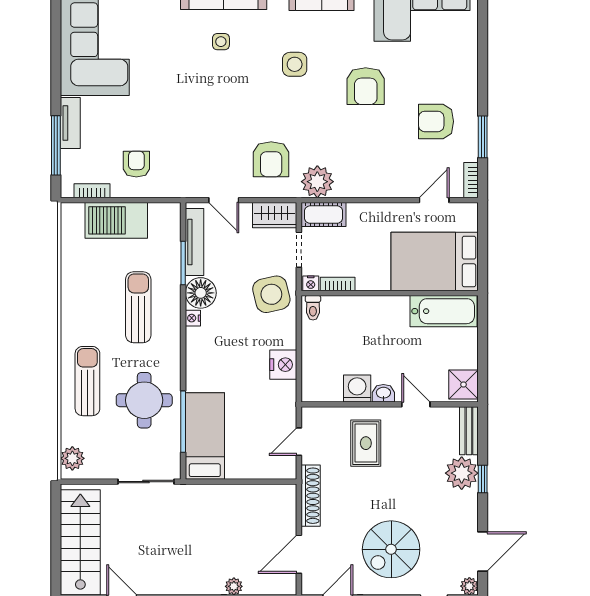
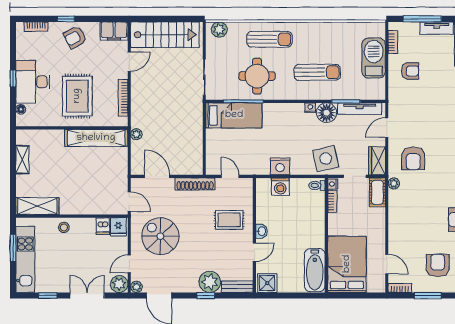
armchair: (271, 159) -> (413, 158), turned -90
plant: (317, 182) -> (394, 183), width x0.53, depth x0.53
washing machine: (357, 389) -> (280, 187), moved, turned 90

